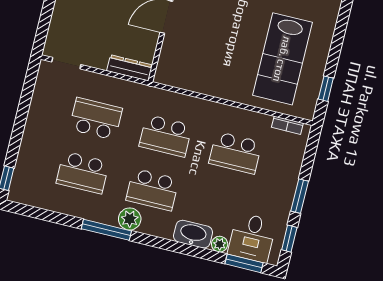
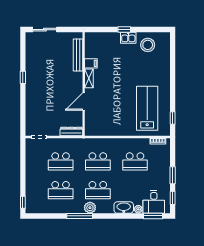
lab bench: (282, 59) -> (147, 108), turned 180
school desk: (96, 119) -> (61, 161), turned 180

